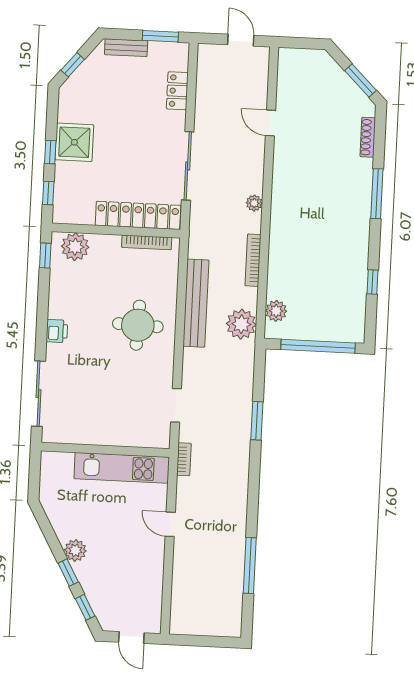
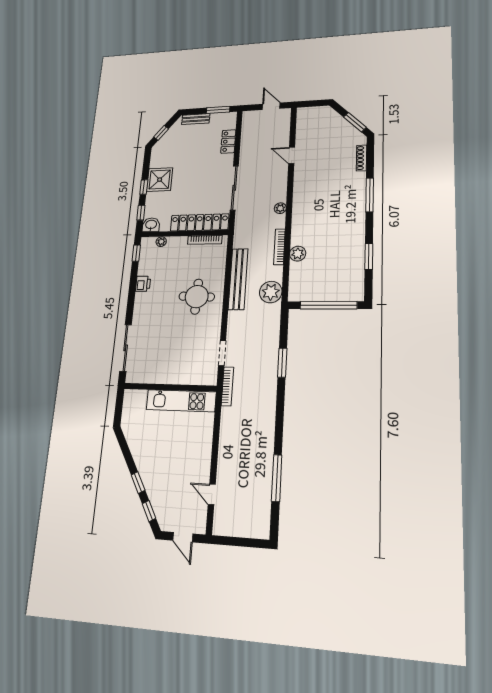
washbasin: (65, 213) -> (151, 225), added
plant: (75, 247) -> (161, 242), width x0.53, depth x0.53
window: (373, 282) -> (369, 256), width x1.50
plant: (276, 311) -> (298, 254), moved
printer: (57, 331) -> (143, 284), moved
bookcase: (184, 459) -> (227, 386), width x1.56
door: (170, 524) -> (212, 494), moved
plant: (75, 550) -> (144, 465), removed

